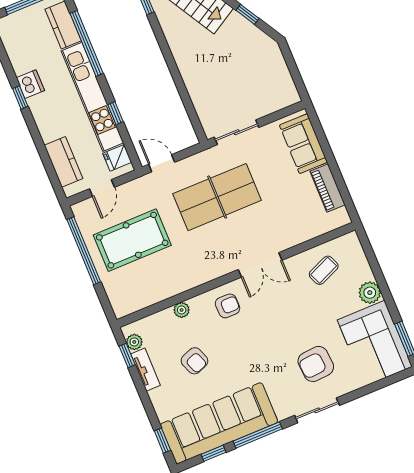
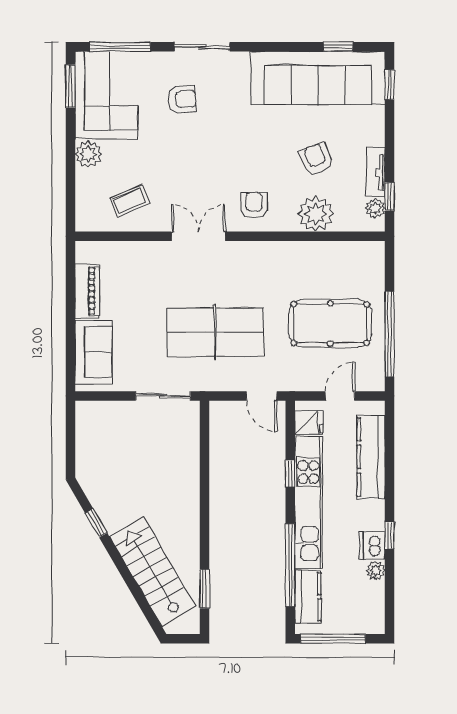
plant: (20, 66) -> (376, 571), added
kitchen counter: (63, 162) -> (371, 457), width x1.50
armchair: (228, 306) -> (254, 205), turned 90
plant: (182, 310) -> (316, 214), width x1.88, depth x1.88
armchair: (316, 364) -> (182, 99), width x0.72, depth x0.72
window: (258, 435) -> (120, 47), moved

